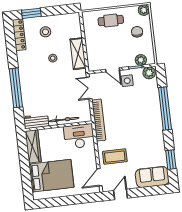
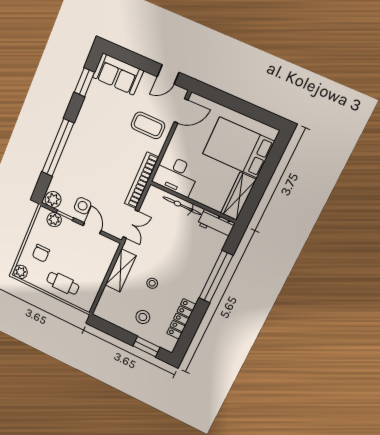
locker: (19, 35) -> (181, 319), moved

